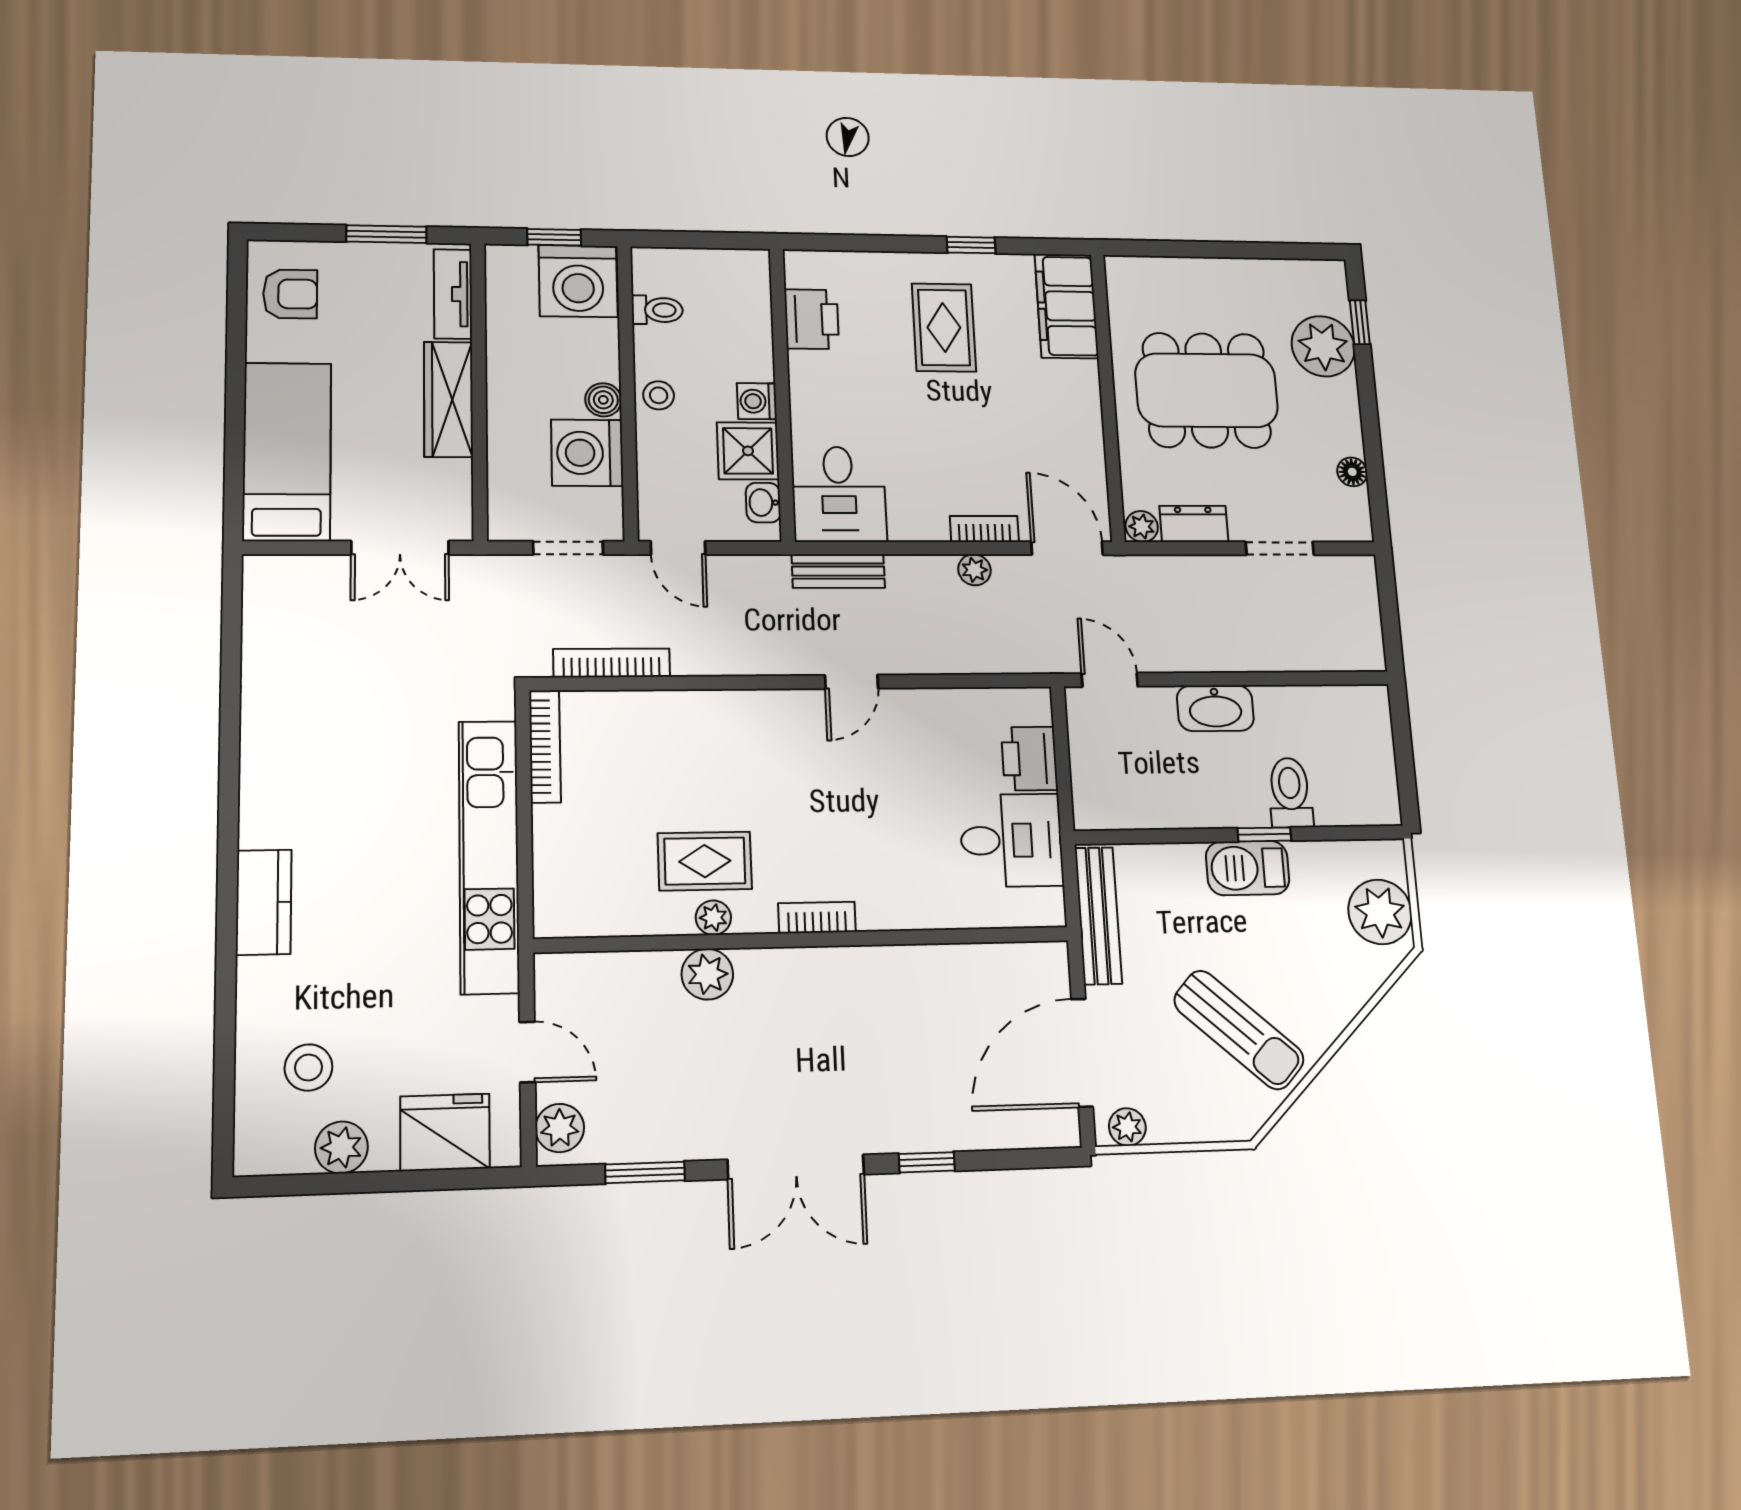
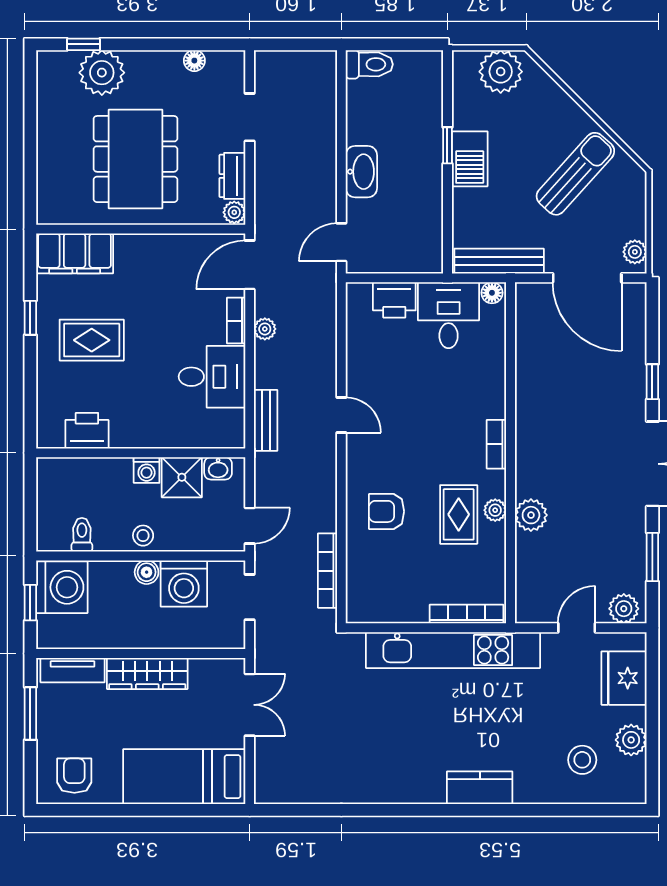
desk: (839, 494) -> (212, 377), moved
bookcase: (545, 746) -> (467, 614), moved
armchair: (706, 751) -> (386, 511), added
toilet: (1290, 793) -> (369, 64), moved, turned 180
floor lamp: (1050, 906) -> (492, 293), added

